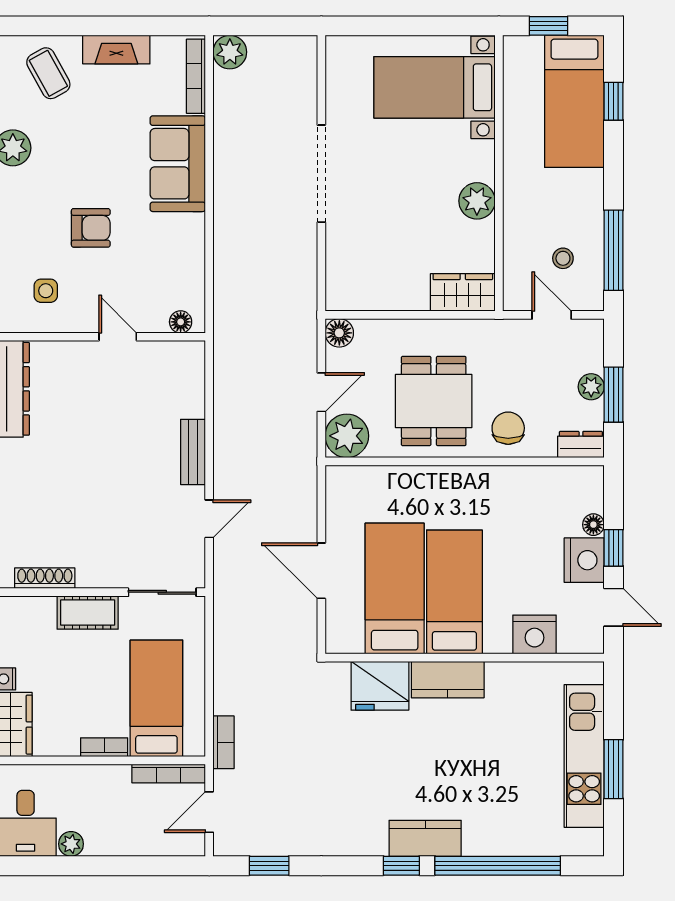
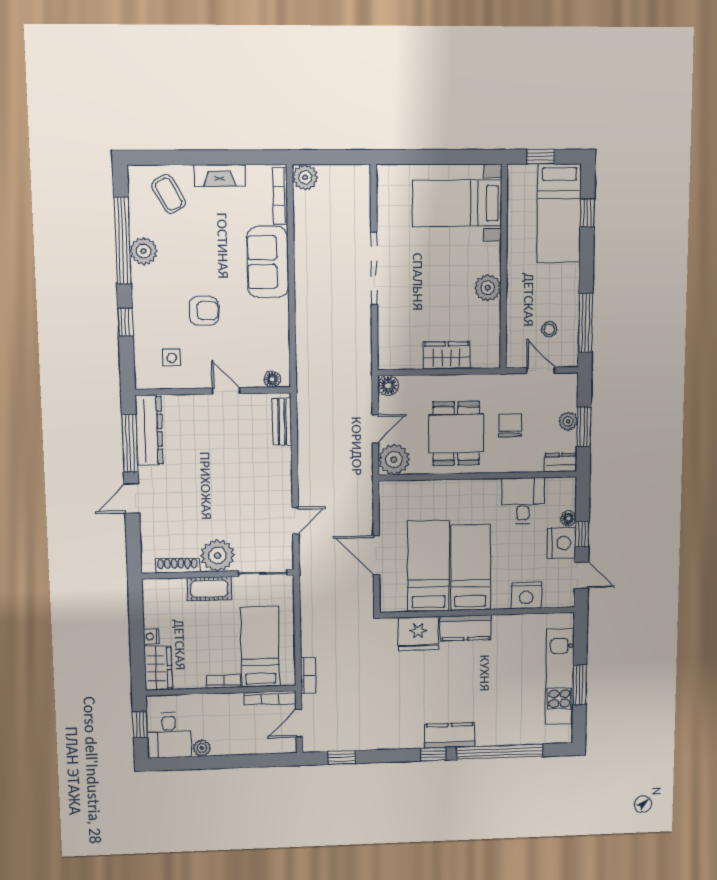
wardrobe: (463, 292) -> (447, 355), moved
chair: (508, 428) -> (510, 425), moved
bench: (193, 452) -> (282, 422), moved
desk: (528, 498) -> (523, 501), added
plant: (100, 566) -> (218, 556), added

